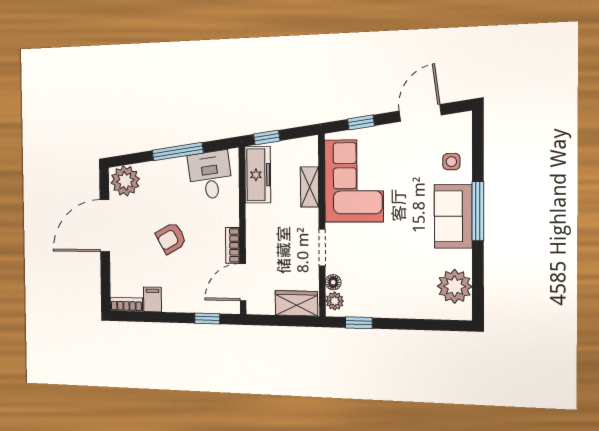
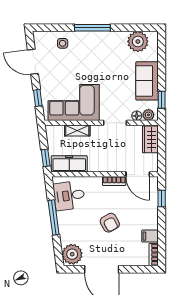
sofa: (453, 216) -> (147, 81), moved, turned 90

